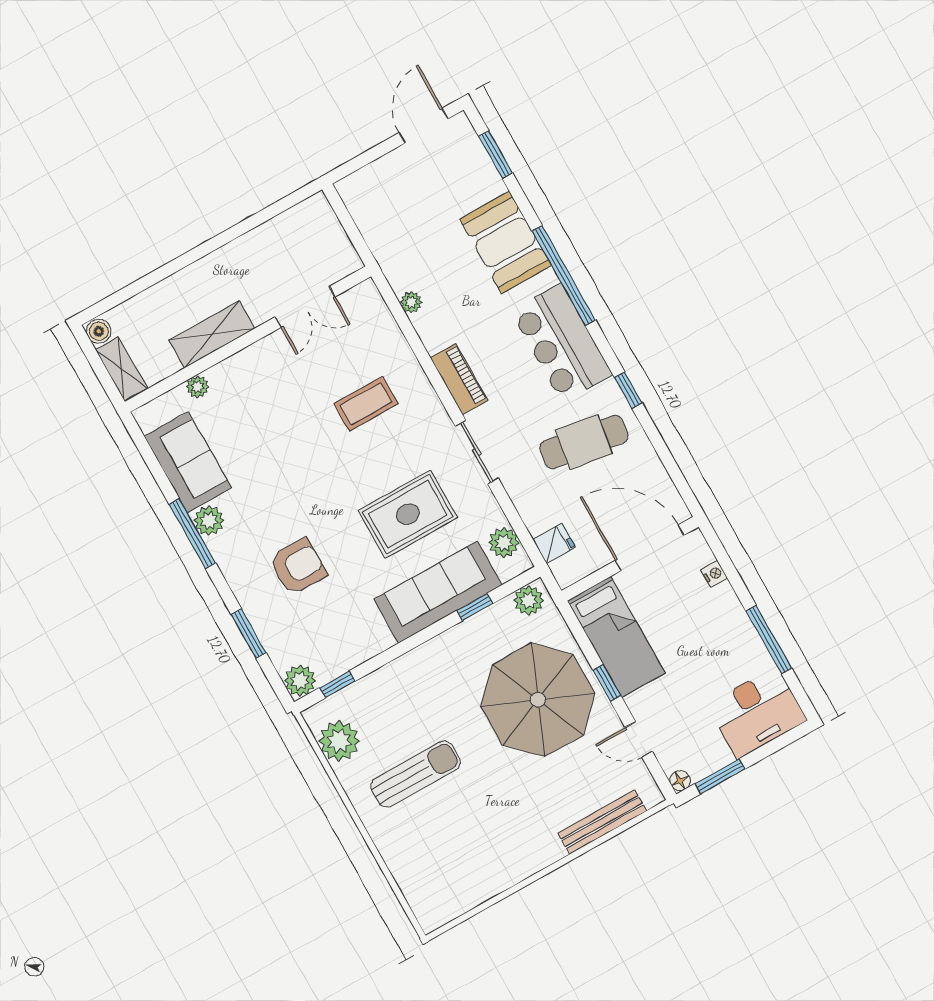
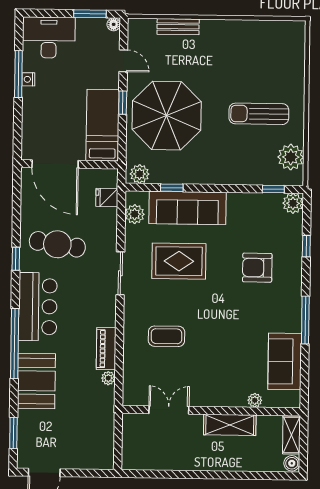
piano: (459, 379) -> (106, 349), moved
plant: (209, 521) -> (292, 322), removed
nightstand: (714, 574) -> (28, 79), moved
window: (249, 634) -> (306, 246), width x0.67
bench: (602, 822) -> (178, 27), width x0.73

